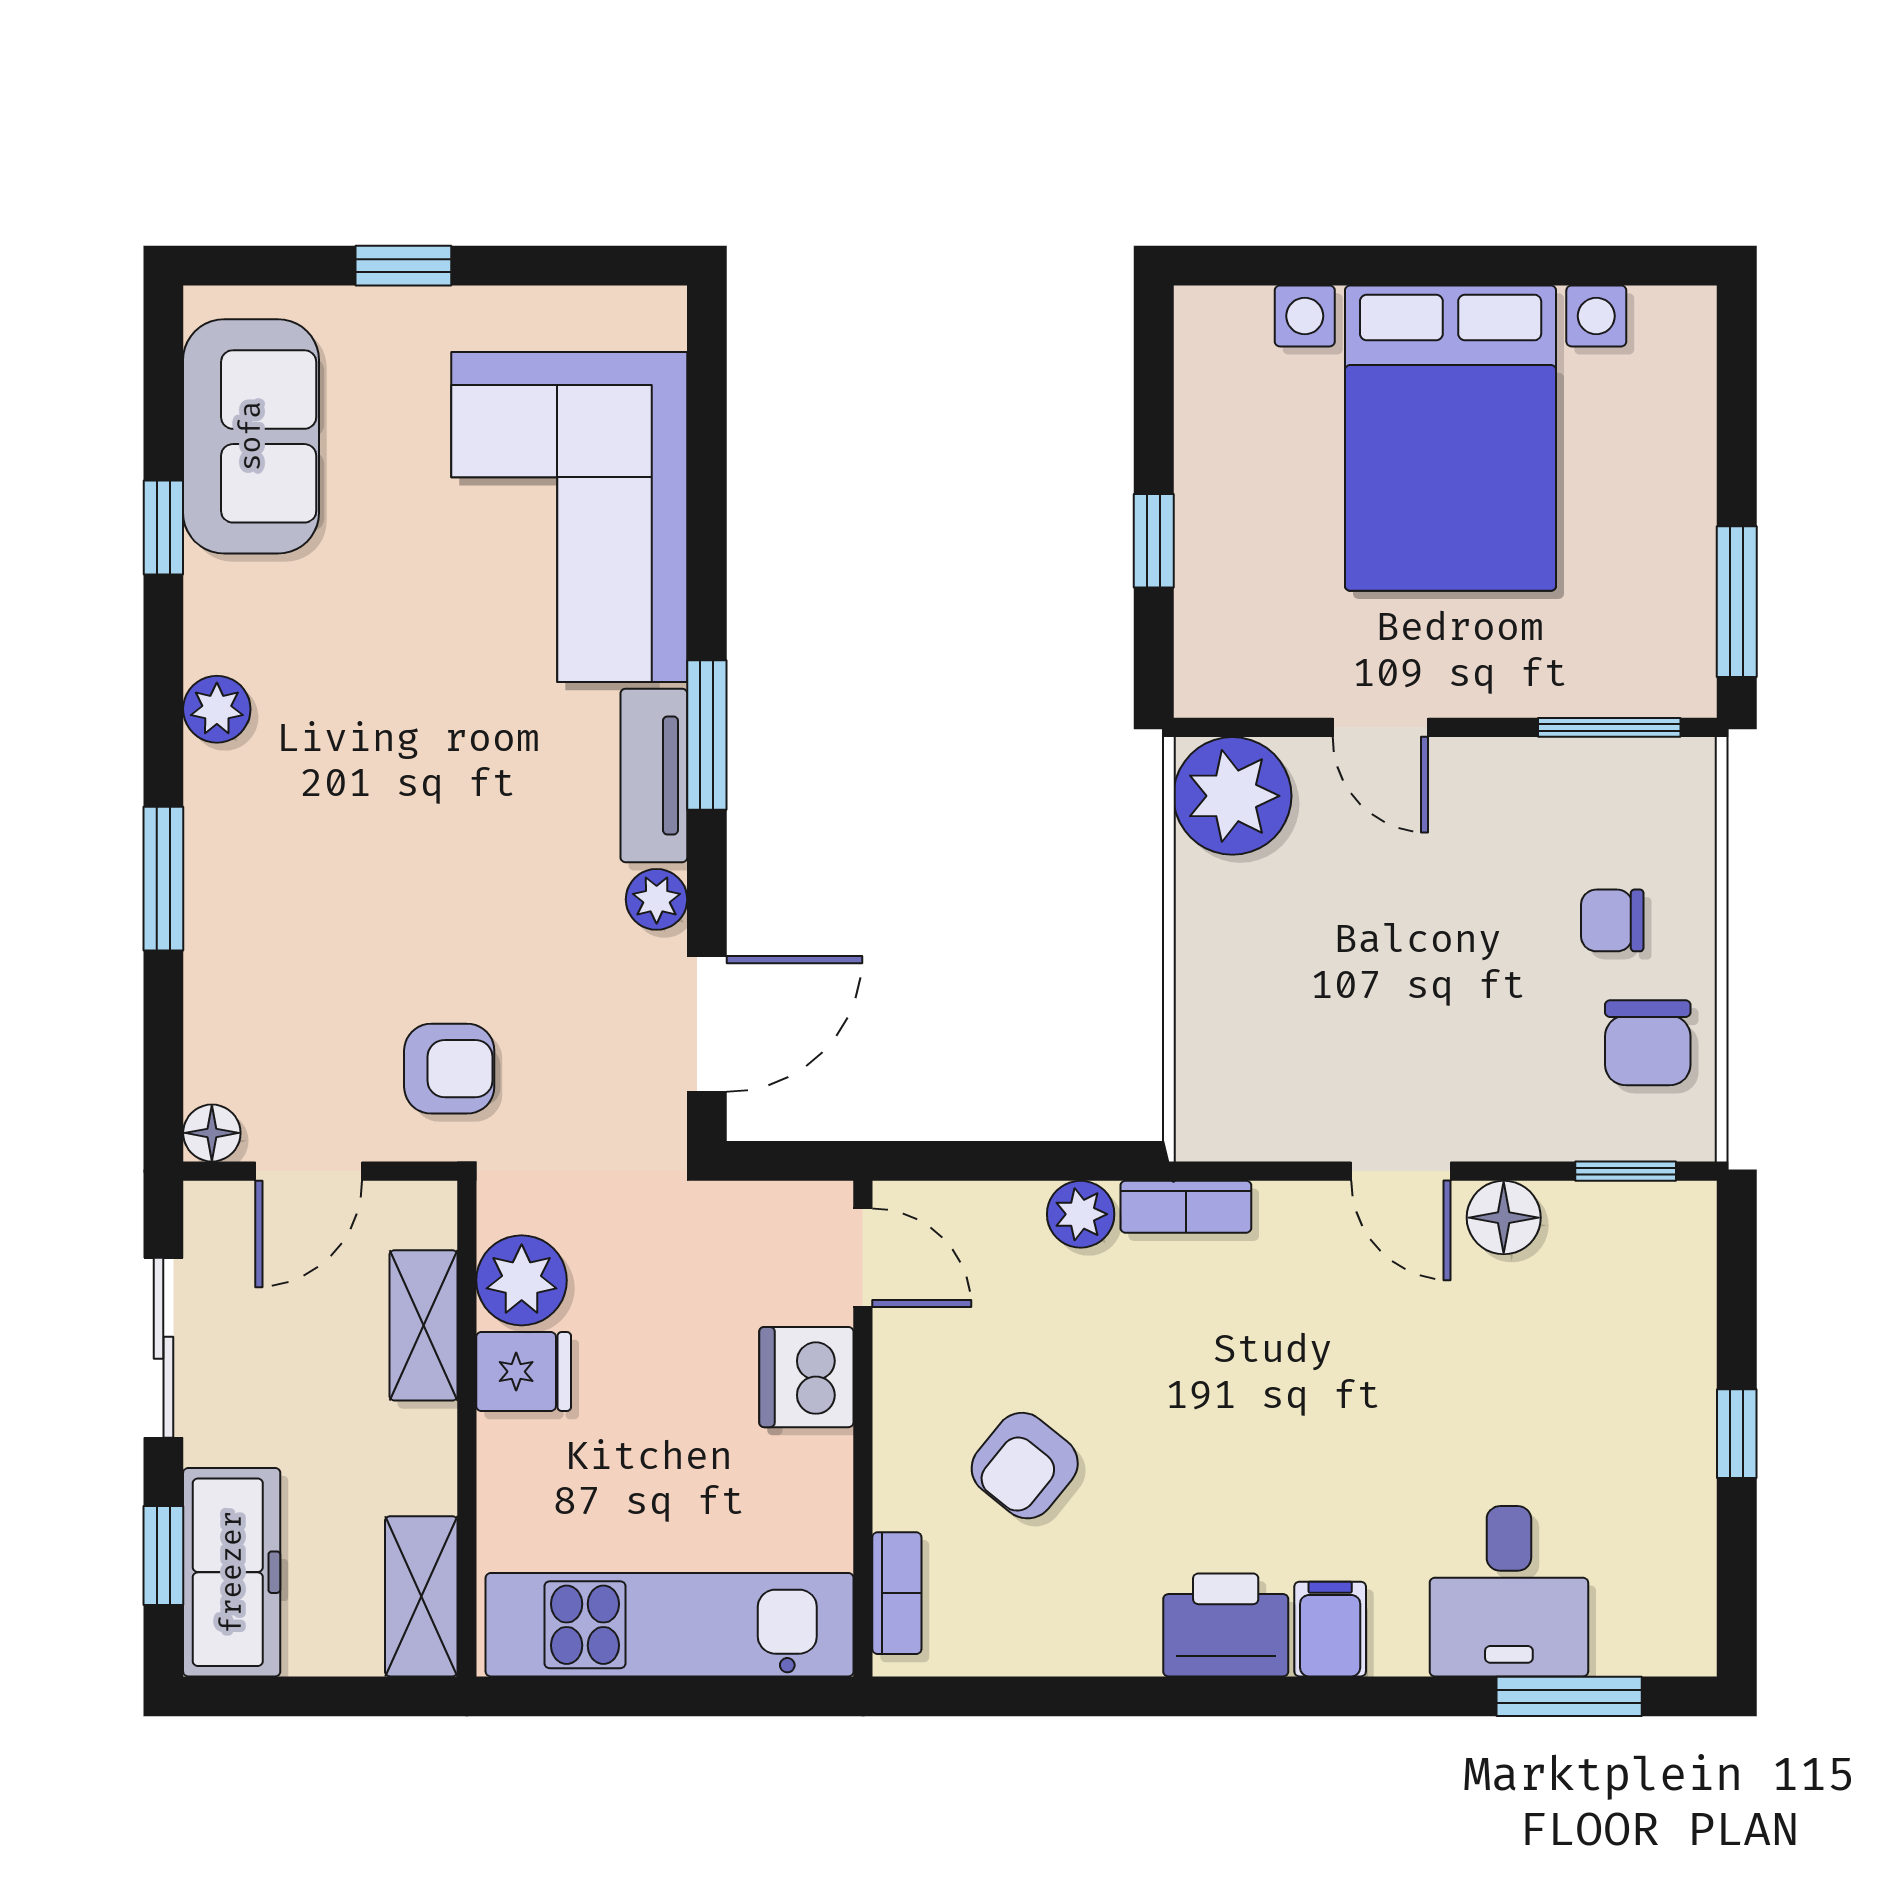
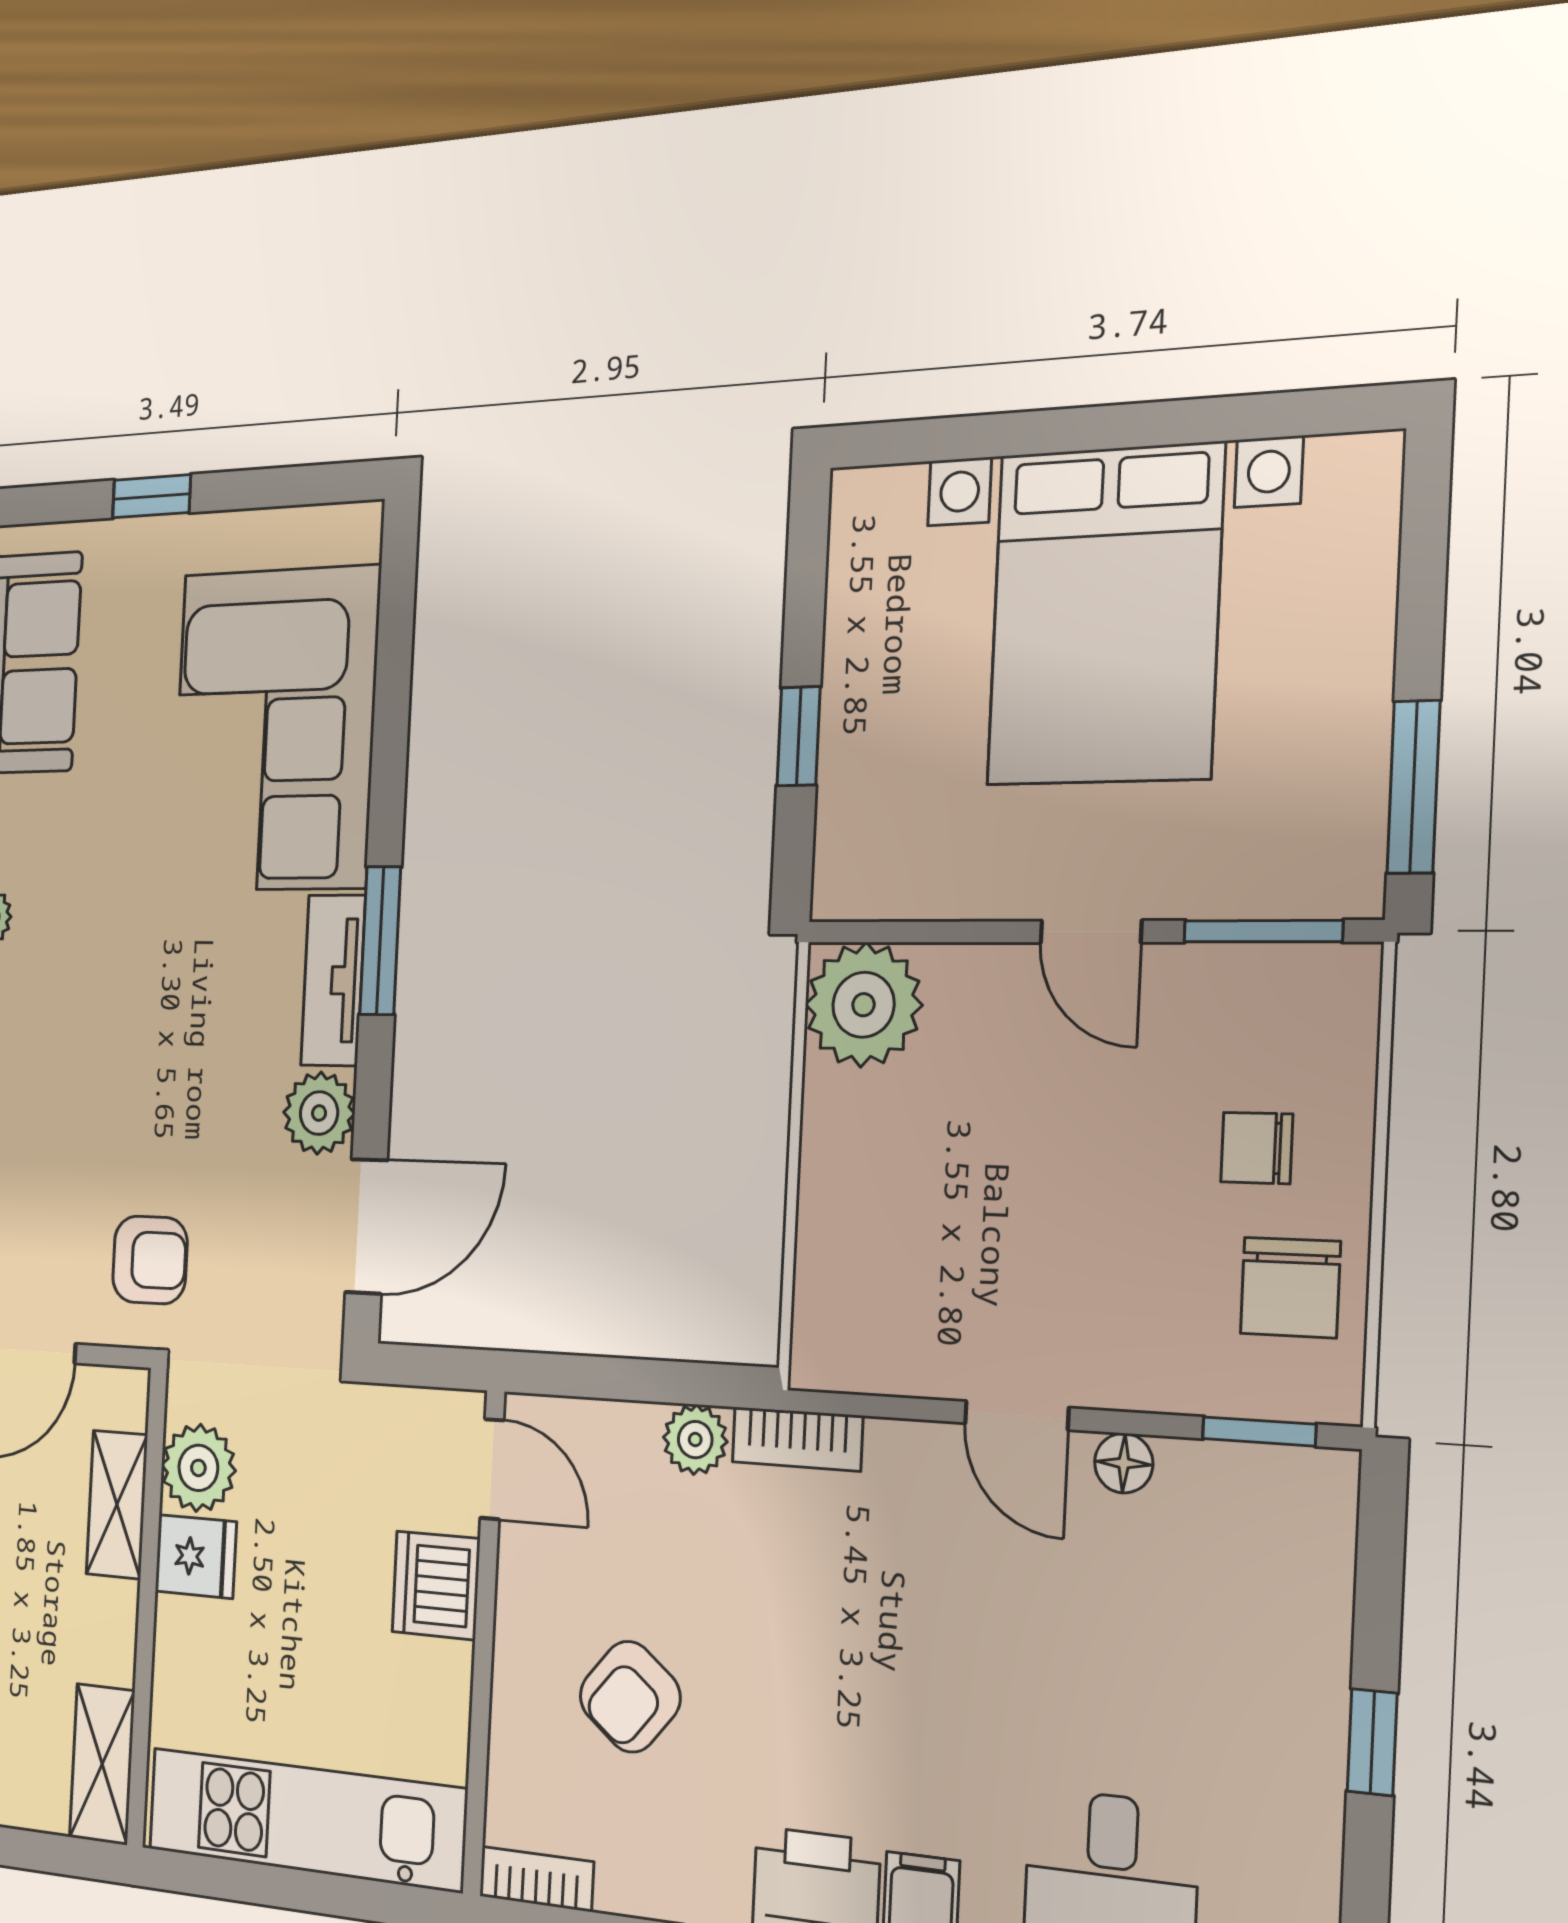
door: (1380, 727) -> (1091, 932), moved
plant: (657, 899) -> (319, 1113), width x1.38, depth x1.38
floor lamp: (1504, 1218) -> (1124, 1463), width x0.73, depth x0.73
bookcase: (897, 1593) -> (536, 1879), moved, turned -90

